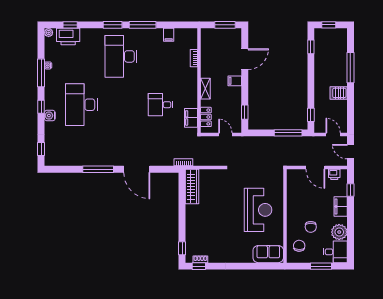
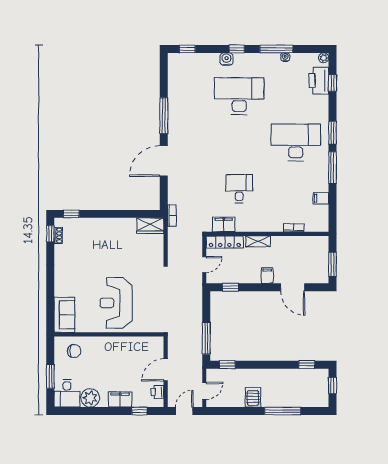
locker: (206, 117) -> (225, 242), width x1.53
wardrobe: (192, 187) -> (150, 226), width x0.67
reception desk: (258, 210) -> (116, 303), turned 90
chair: (311, 227) -> (96, 365), removed

